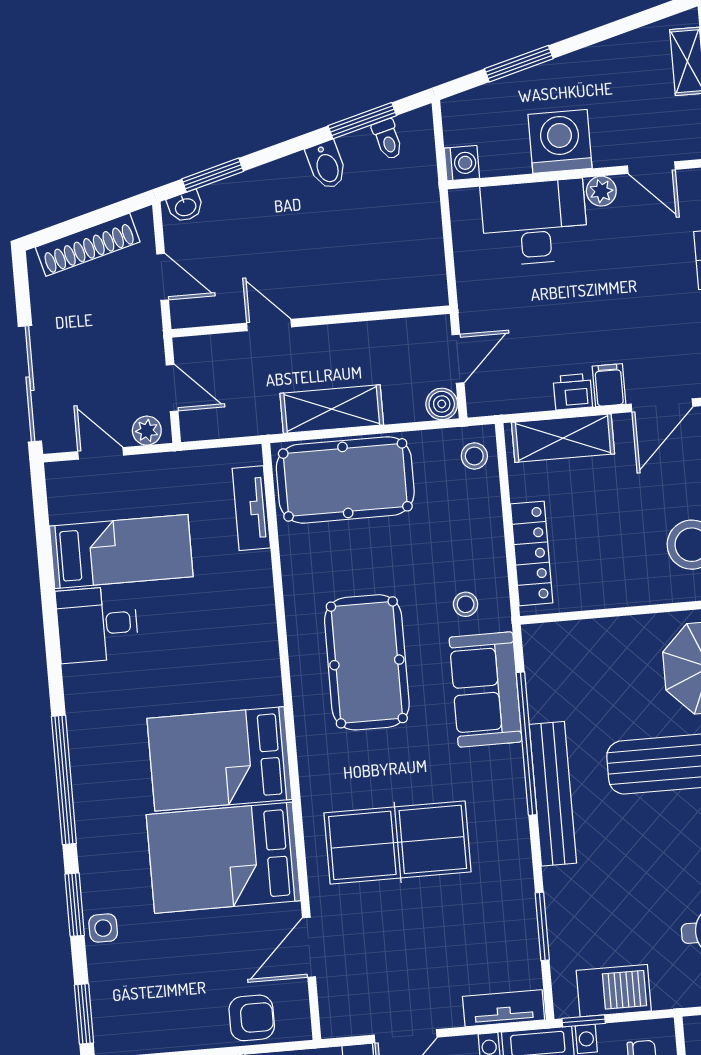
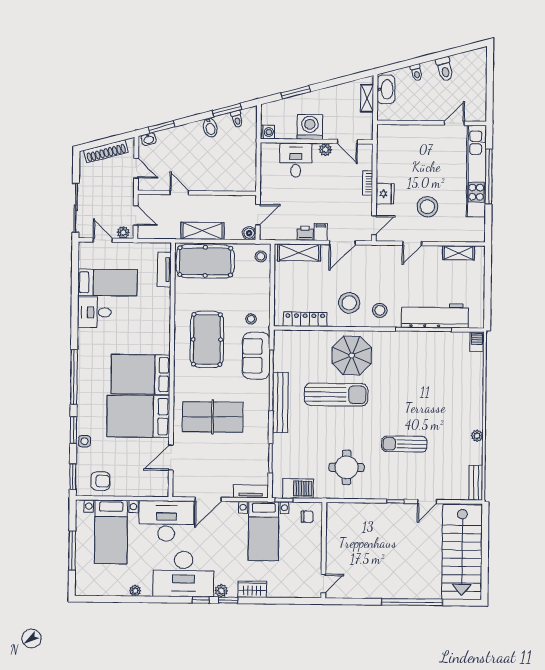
desk: (534, 222) -> (296, 160), width x0.73
locker: (532, 553) -> (305, 319), moved, turned -90
armchair: (252, 1018) -> (100, 481), moved

